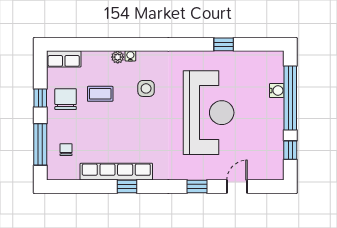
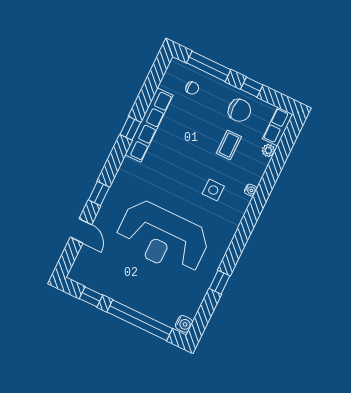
plant: (118, 57) -> (268, 150), moved
water cooler: (277, 91) -> (184, 324), moved, turned -90

